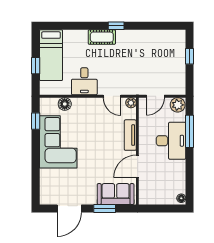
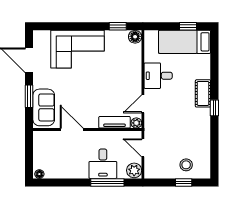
stool: (172, 54) -> (186, 165), added
window: (36, 66) -> (188, 26), moved
floor lamp: (65, 104) -> (135, 37), moved
tv unit: (130, 135) -> (114, 122), moved
desk: (171, 141) -> (103, 164), width x0.73
corner sofa: (58, 142) -> (78, 49), moved

